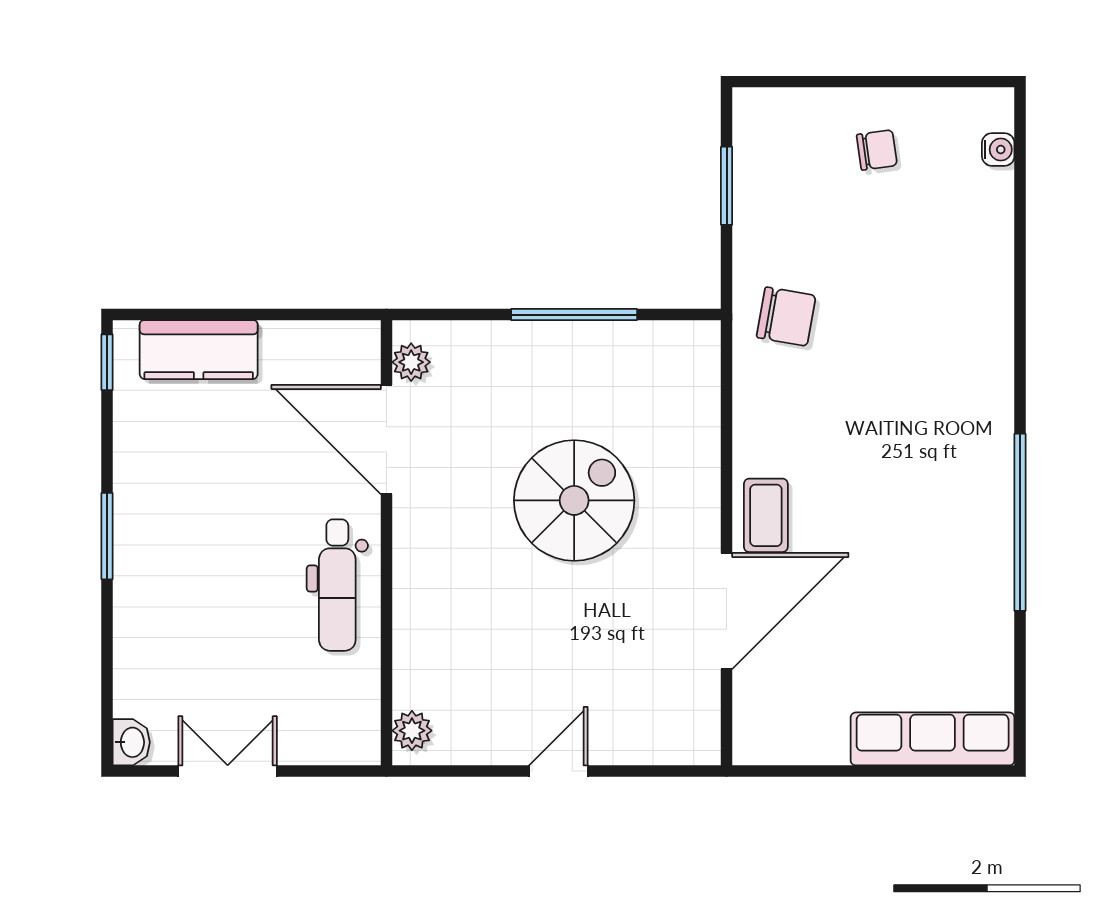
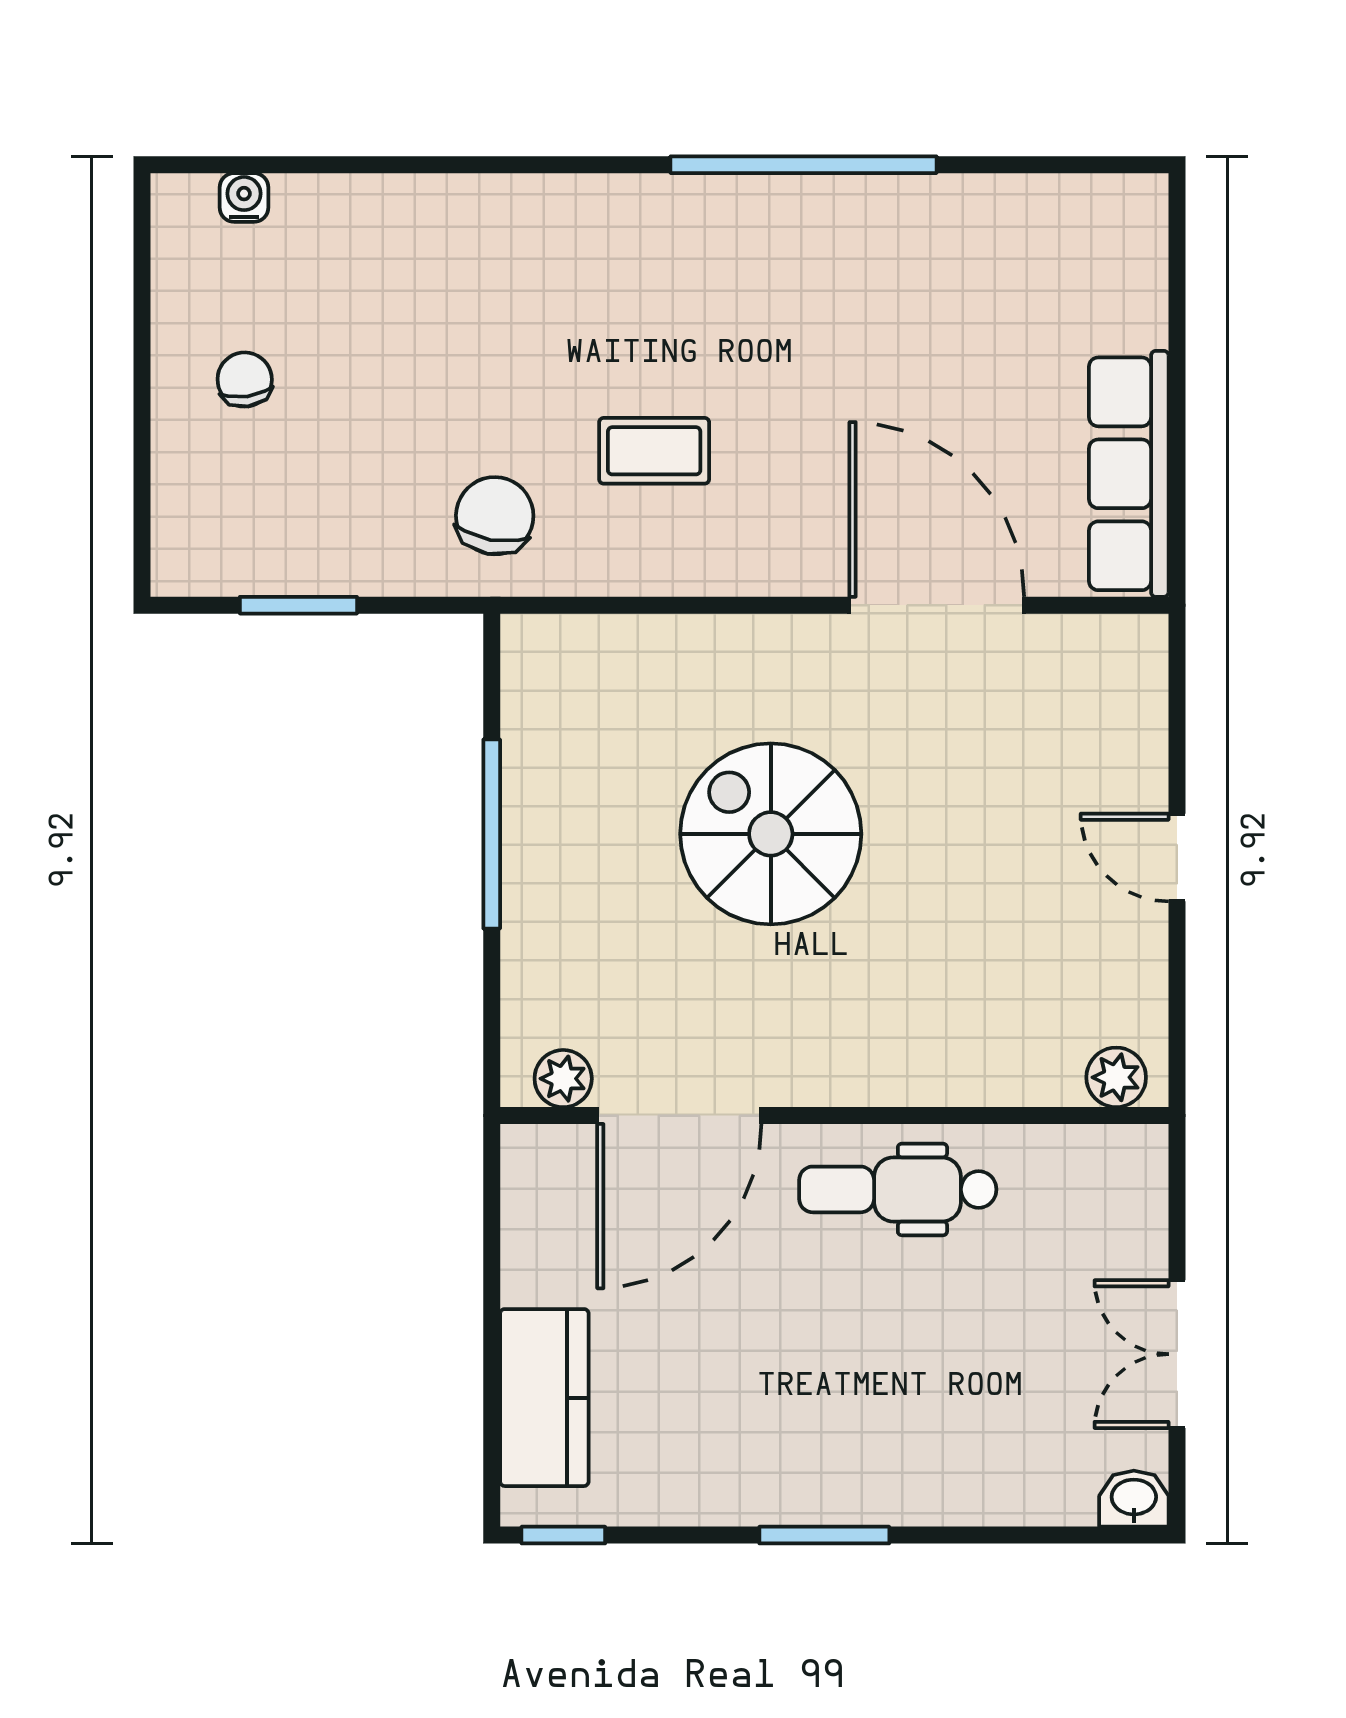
coffee table: (766, 515) -> (654, 451), moved
dental chair: (337, 585) -> (898, 1189), turned 180
row of seats: (933, 739) -> (1129, 474), moved

